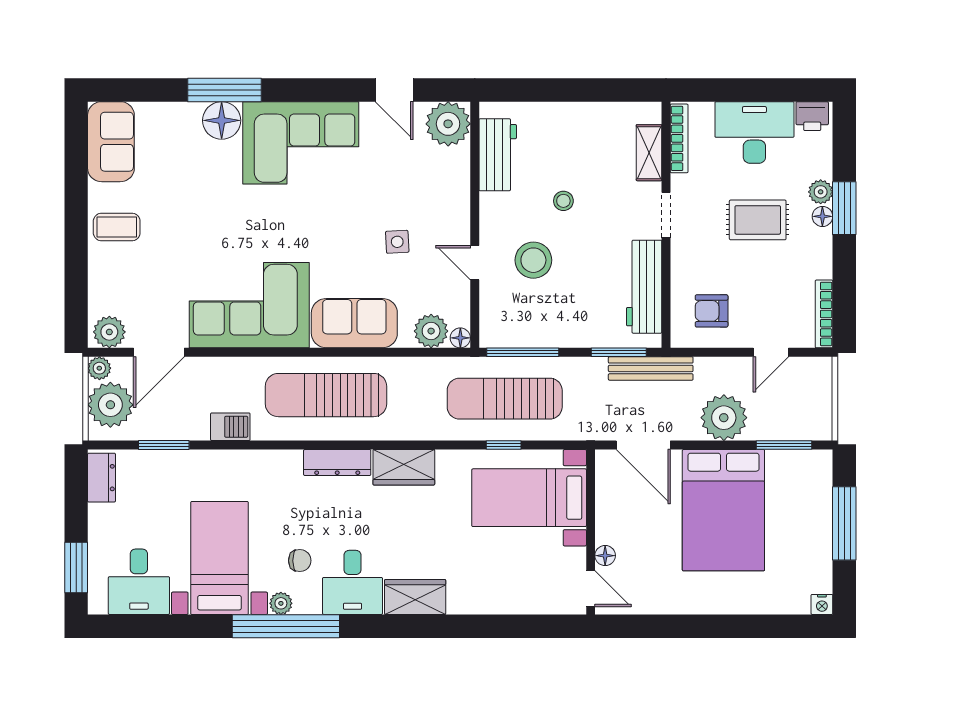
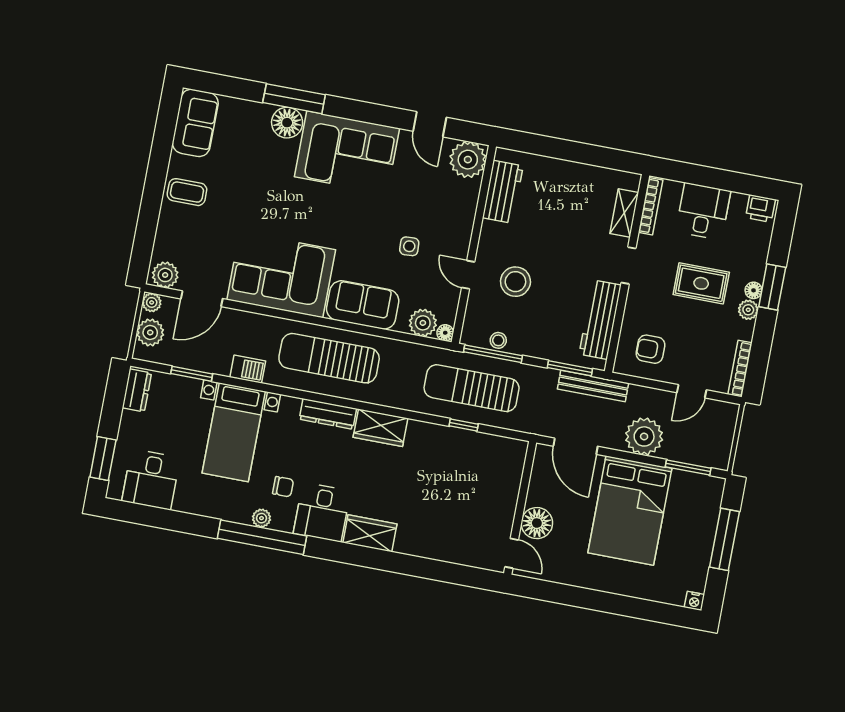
desk: (754, 132) -> (703, 211), width x0.73
plant: (821, 192) -> (748, 310), moved
stool: (563, 201) -> (498, 340), moved
plant: (110, 405) -> (150, 332), width x0.73, depth x0.73
bed with nightstands: (529, 498) -> (476, 471), removed
floor lamp: (605, 556) -> (537, 523), width x1.89, depth x1.89
bed with nightstands: (219, 558) -> (234, 432), moved, turned 180

